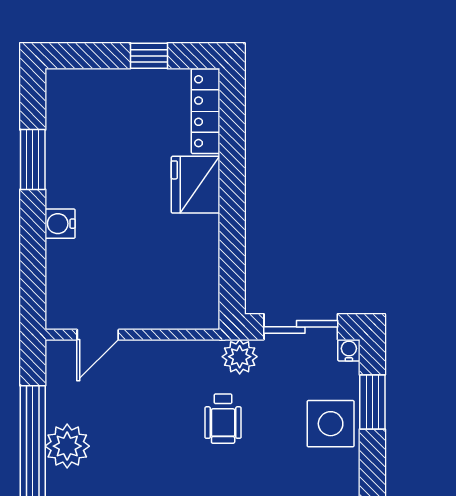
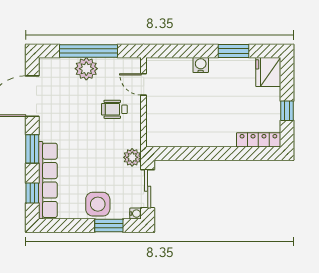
fridge: (196, 185) -> (268, 72), moved, turned -90
wheelchair: (223, 419) -> (114, 109), moved

